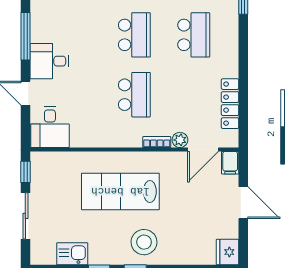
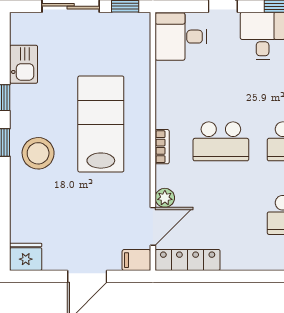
locker: (230, 104) -> (188, 260), moved
bookcase: (157, 142) -> (162, 147), moved
door: (203, 150) -> (153, 226), swing flipped

